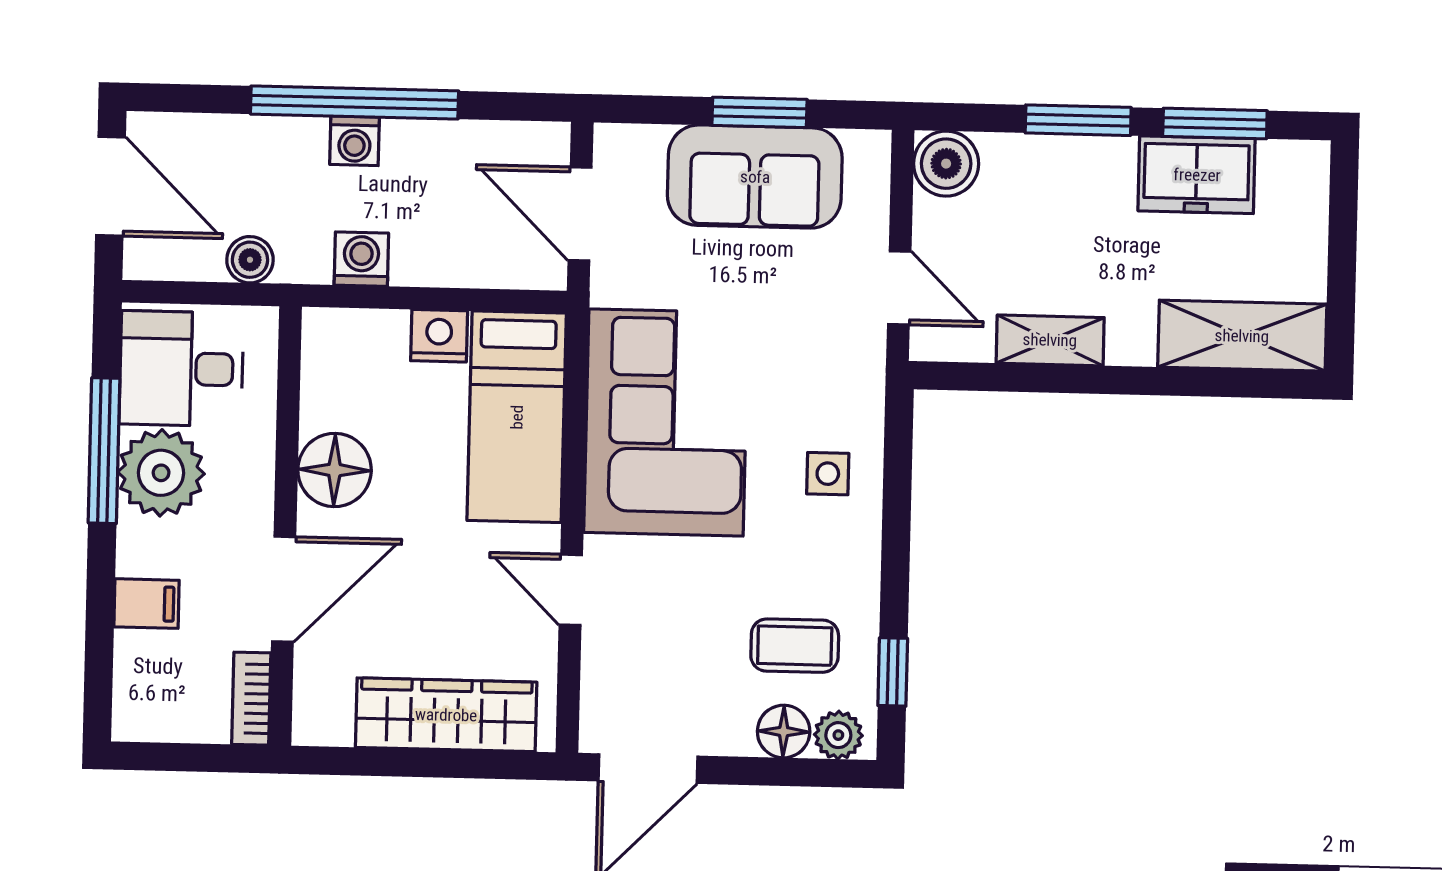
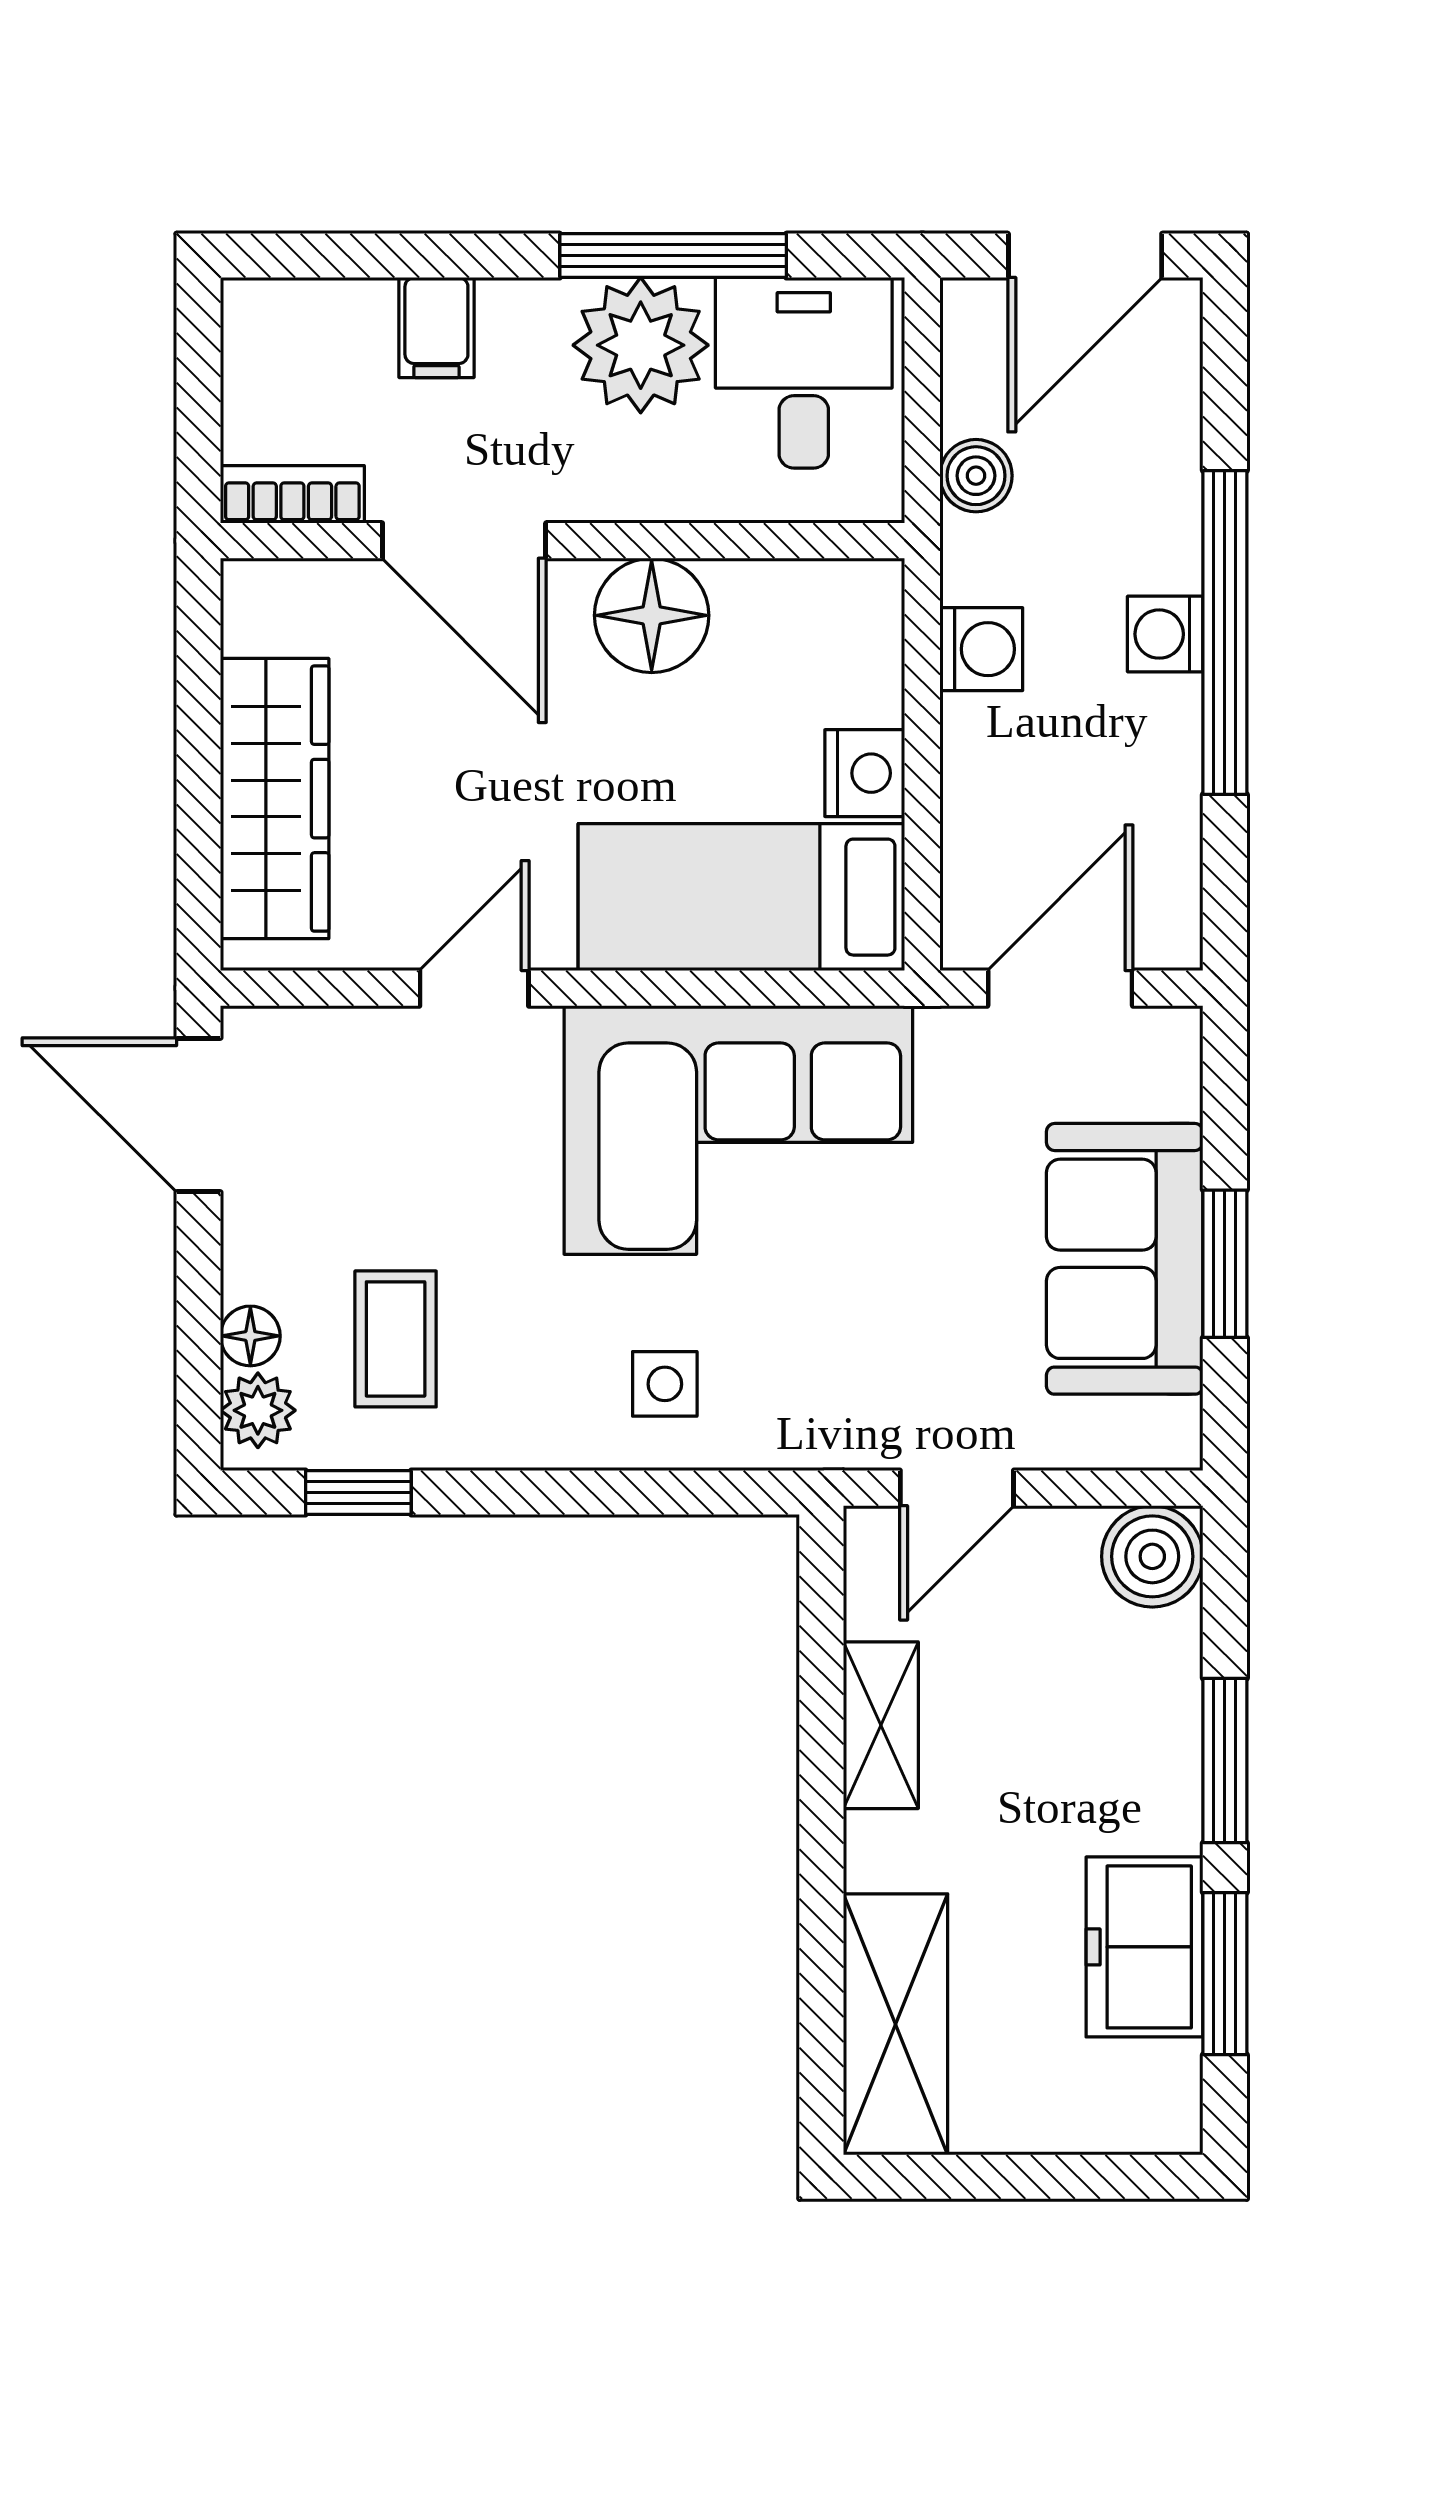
floor lamp: (784, 732) -> (250, 1336), width x0.73, depth x0.73

